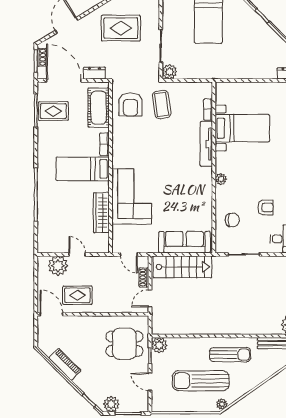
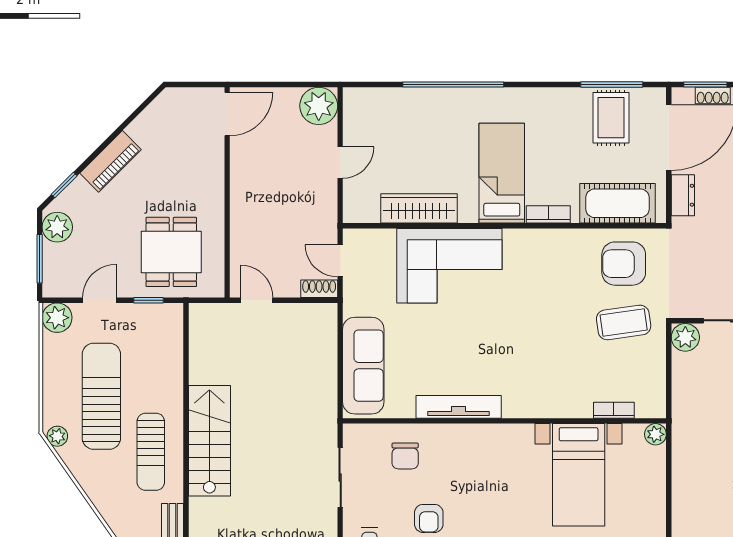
tv unit: (206, 144) -> (459, 407), moved
plant: (221, 179) -> (655, 434), moved
door: (129, 254) -> (340, 261), hinge flipped
plant: (58, 266) -> (319, 106), moved
stairs: (182, 267) -> (209, 441), moved, turned 180
shoe rack: (144, 277) -> (319, 289), moved
rug: (77, 295) -> (263, 163), removed
plant: (159, 345) -> (57, 318), moved
piano: (65, 364) -> (111, 161), moved

